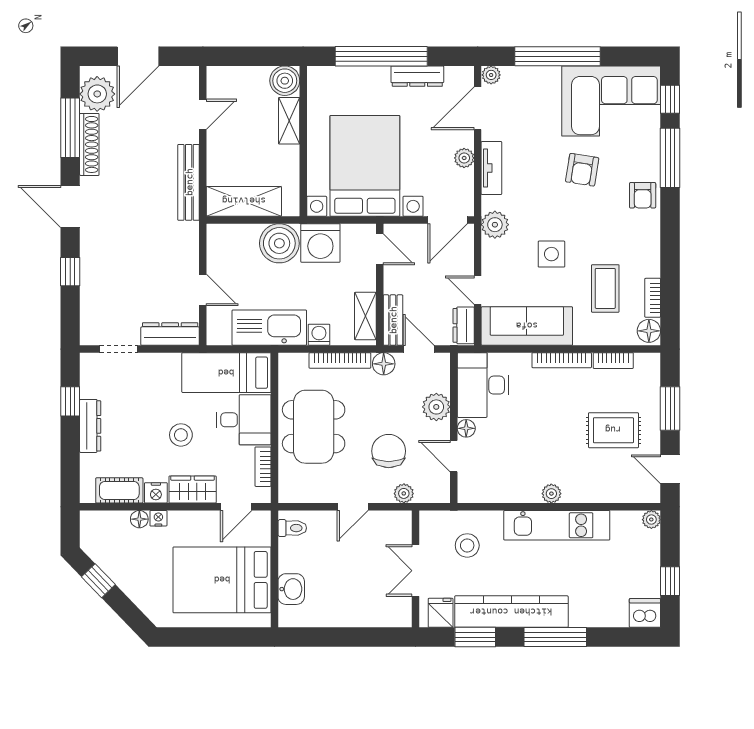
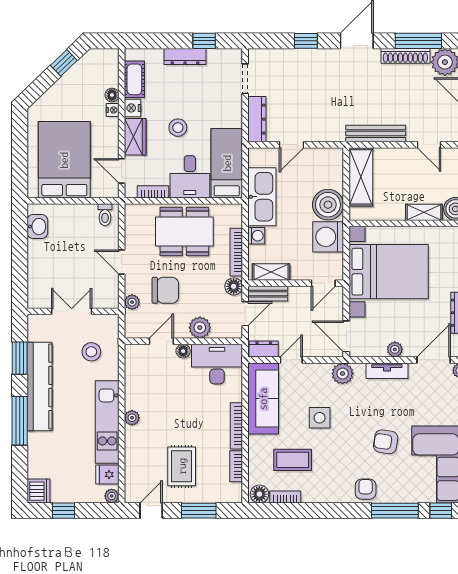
door: (478, 108) -> (434, 360), hinge flipped
armchair: (643, 195) -> (366, 489), turned 90
washbasin: (291, 589) -> (37, 227), moved, turned -90
fridge: (441, 613) -> (107, 474), moved, turned 180

